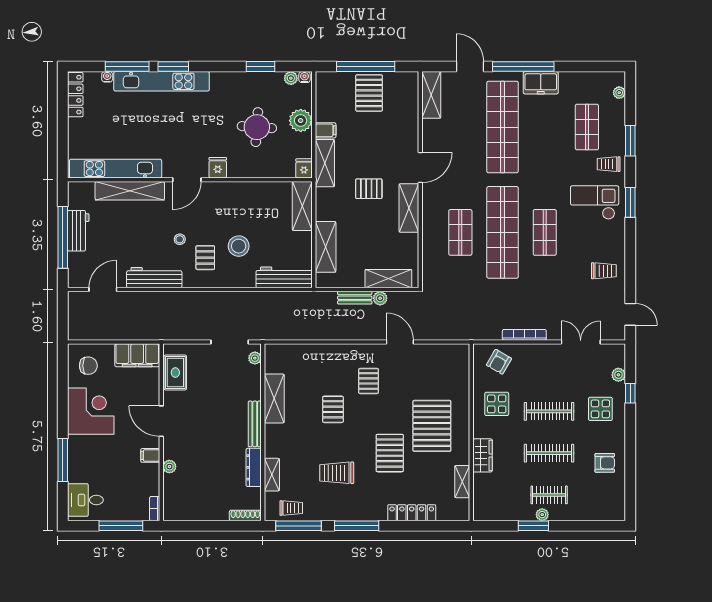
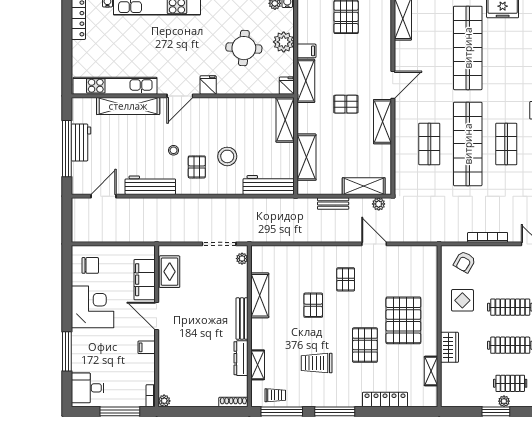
plant: (380, 298) -> (379, 204), moved
filing cabinet: (137, 355) -> (145, 280), moved, turned 90
plant: (169, 467) -> (164, 401), moved

